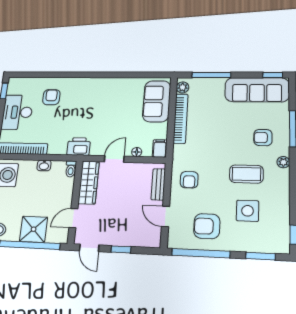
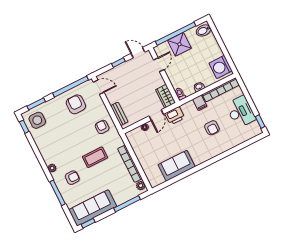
armchair: (51, 97) -> (212, 128), moved
sofa: (157, 101) -> (177, 166), moved, turned -90
printer: (79, 147) -> (175, 116), moved
filing cabinet: (160, 148) -> (200, 103), moved
coffee table: (246, 174) -> (95, 157), moved
wardrobe: (89, 183) -> (166, 96), width x0.67
side table: (248, 211) -> (37, 120), moved
door: (166, 216) -> (99, 87), moved
armchair: (207, 226) -> (76, 104), turned -90

